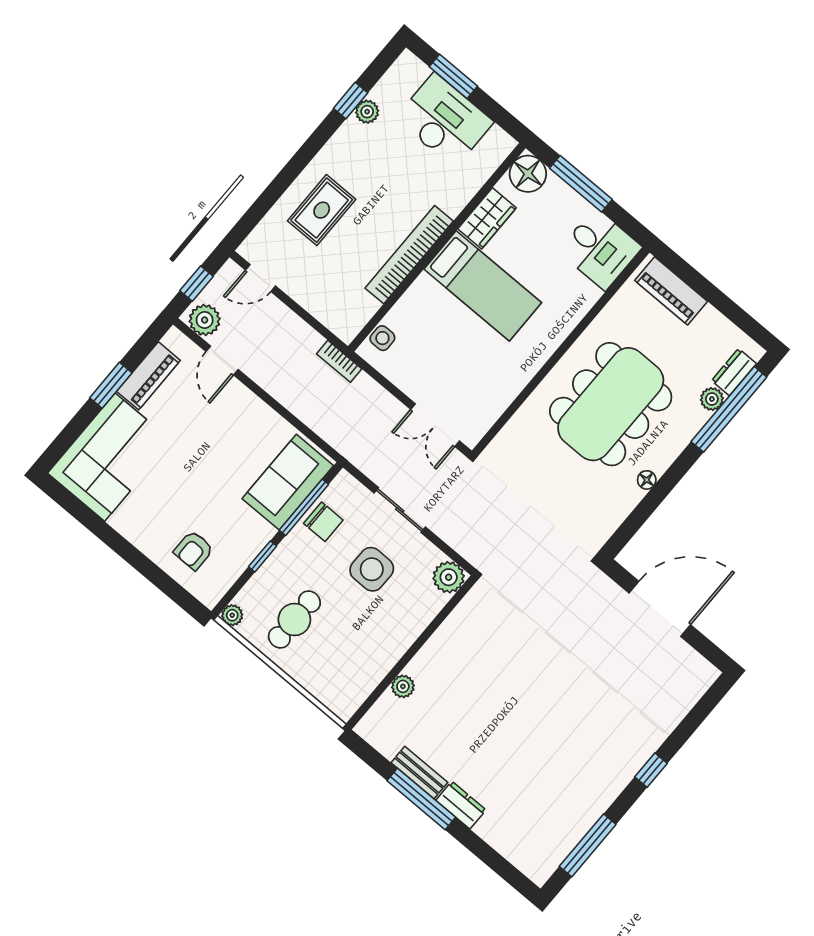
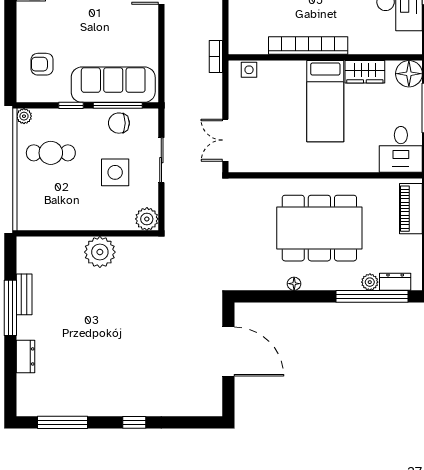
sofa: (288, 482) -> (113, 85), width x1.36
chair: (323, 522) -> (119, 123), turned 90
plant: (403, 686) -> (100, 252), moved, width x1.88, depth x1.88
dresser: (461, 805) -> (25, 356), moved

